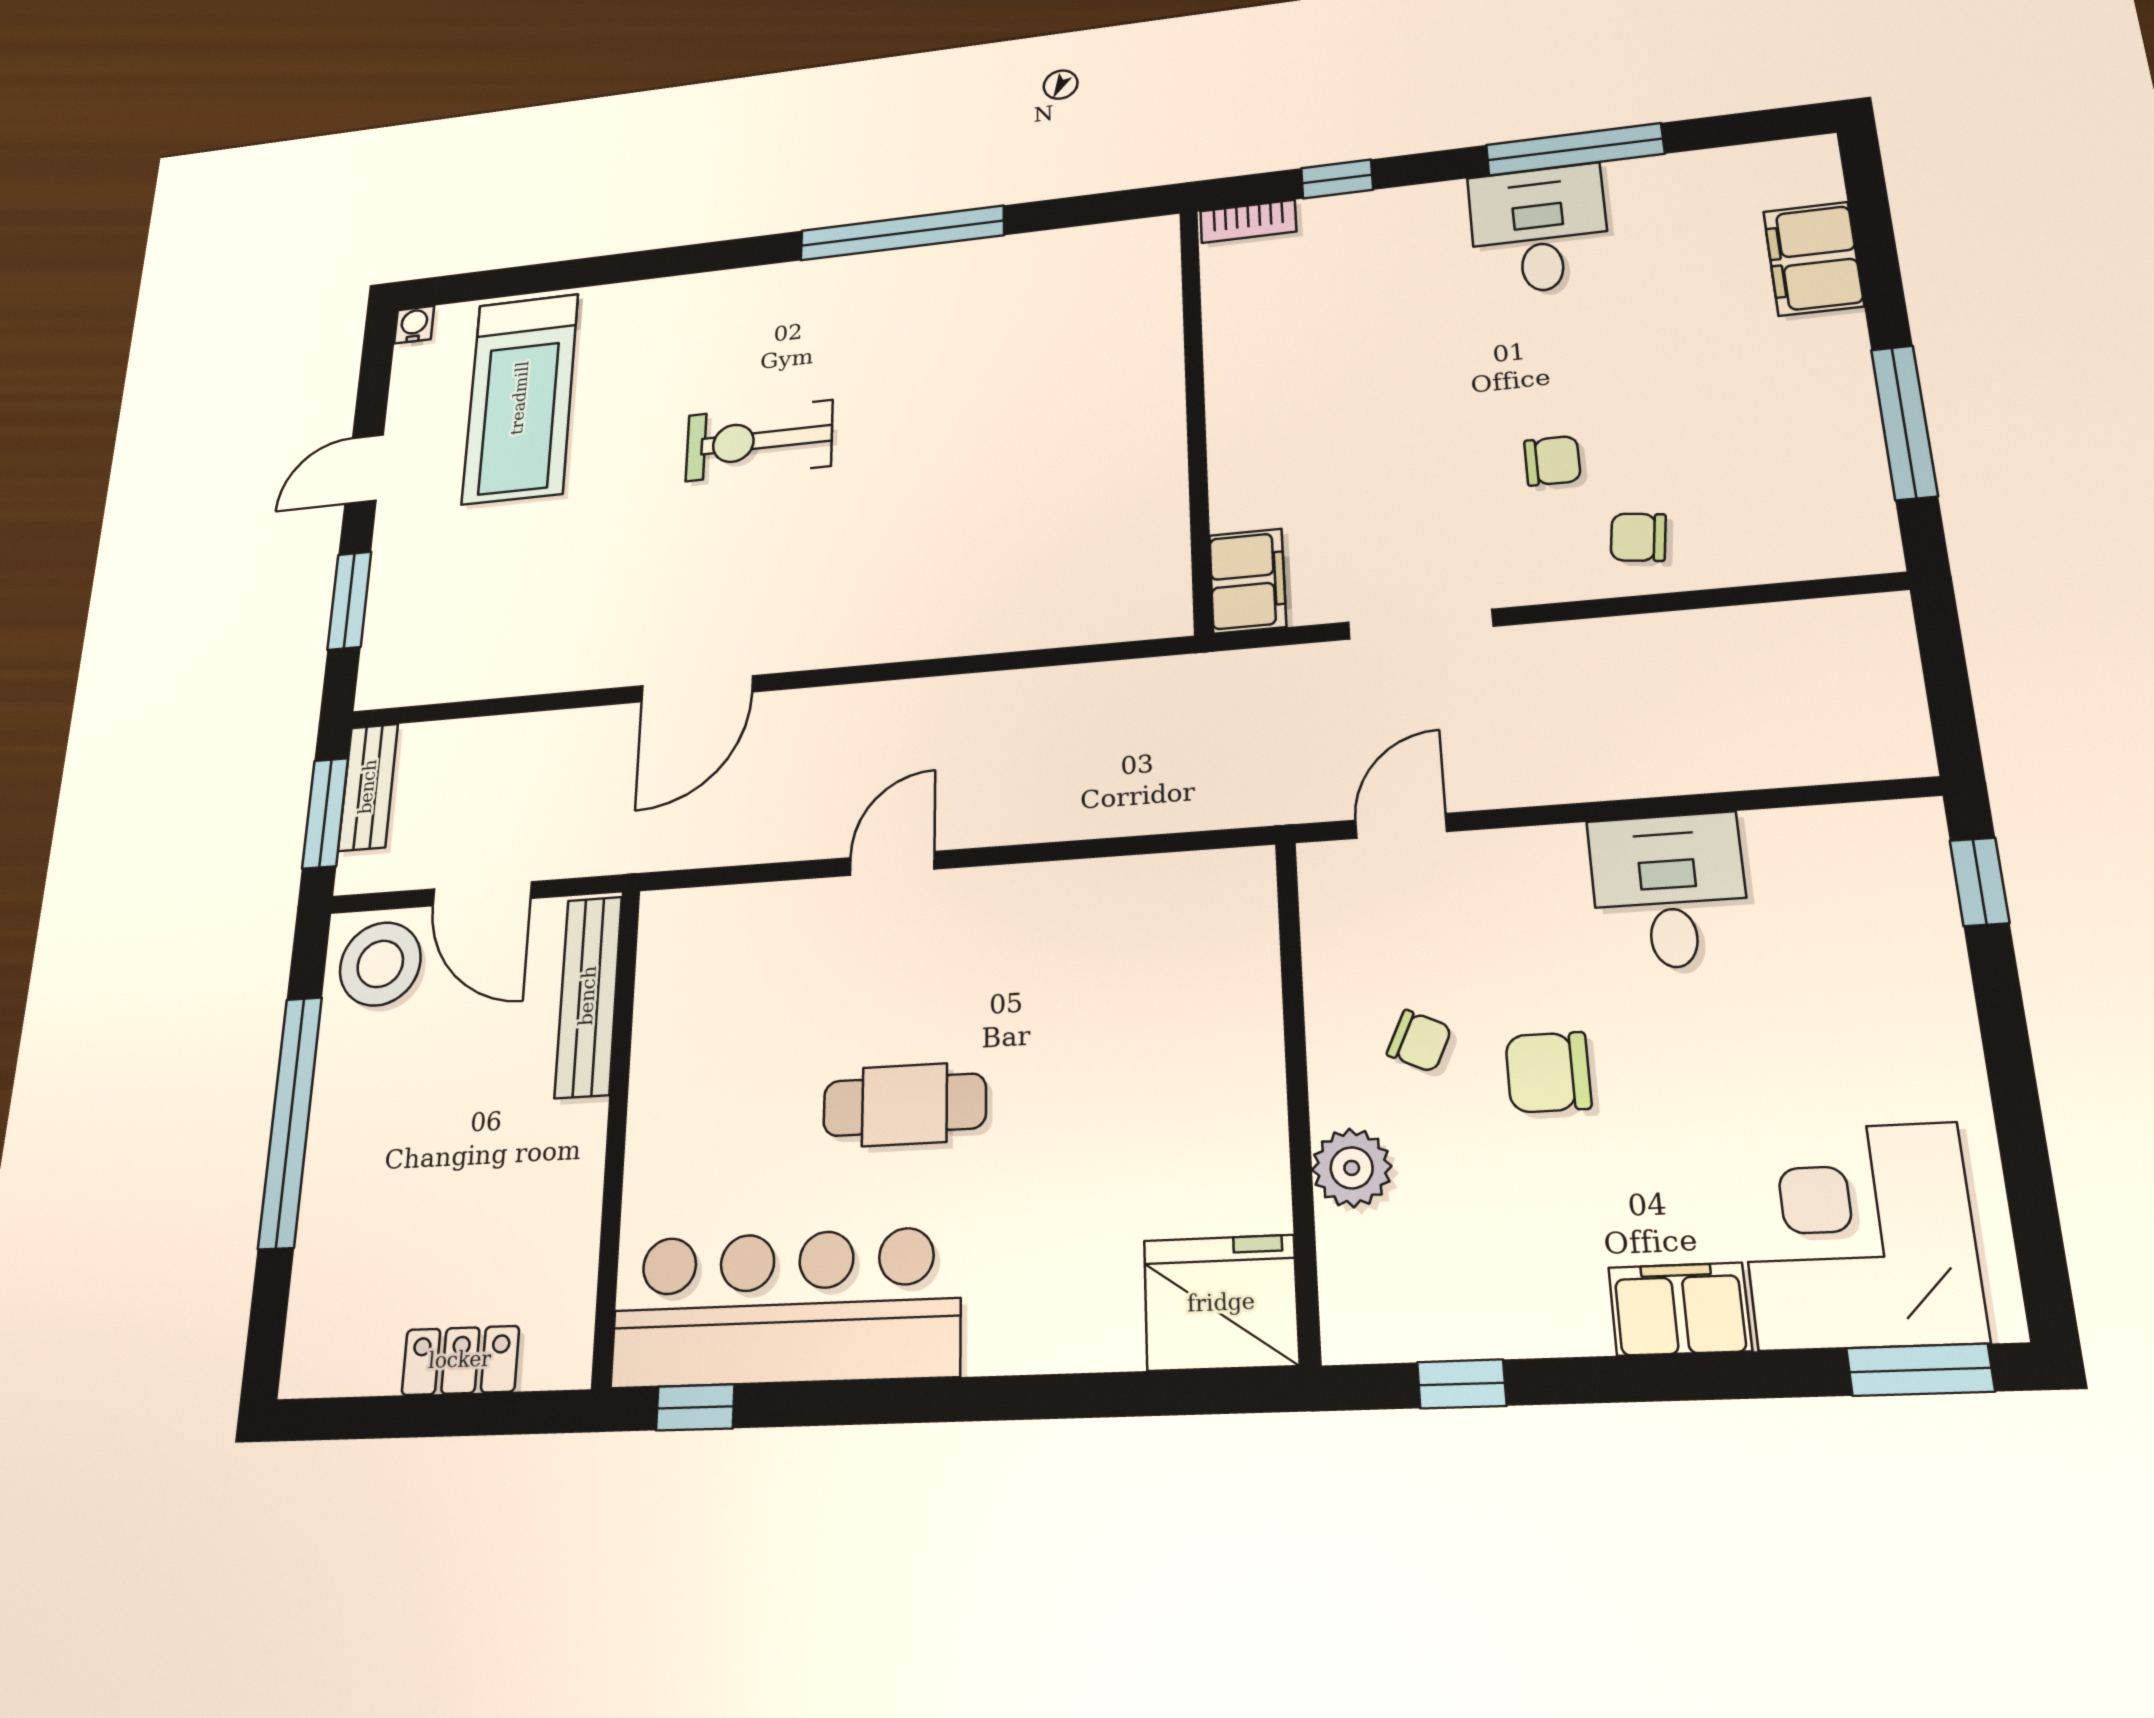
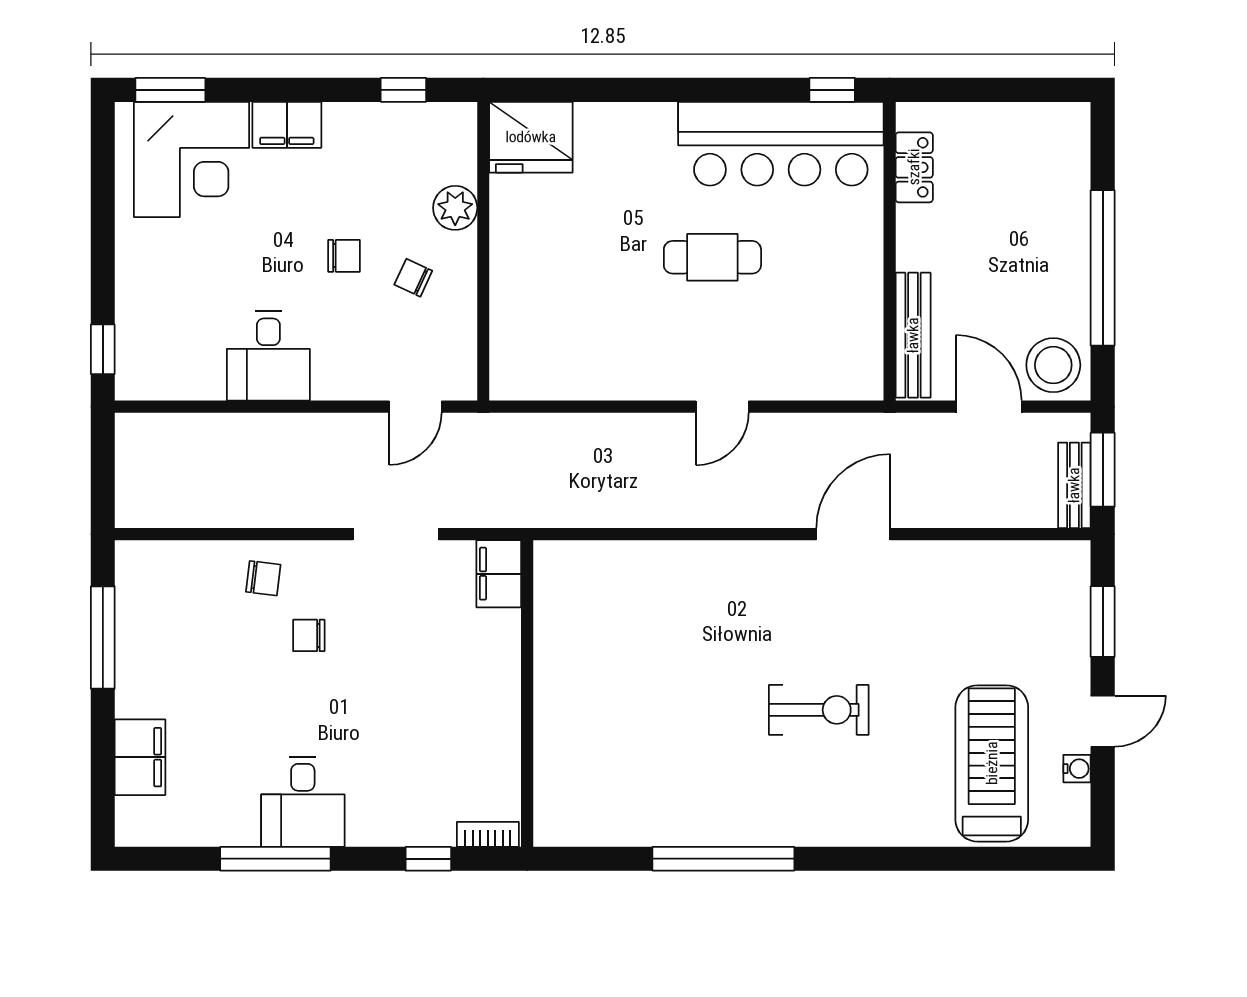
water cooler: (414, 325) -> (1077, 769), moved, turned -90
chair: (1548, 1072) -> (344, 256), width x0.73, depth x0.73
locker: (460, 1360) -> (914, 167), moved, turned -90

